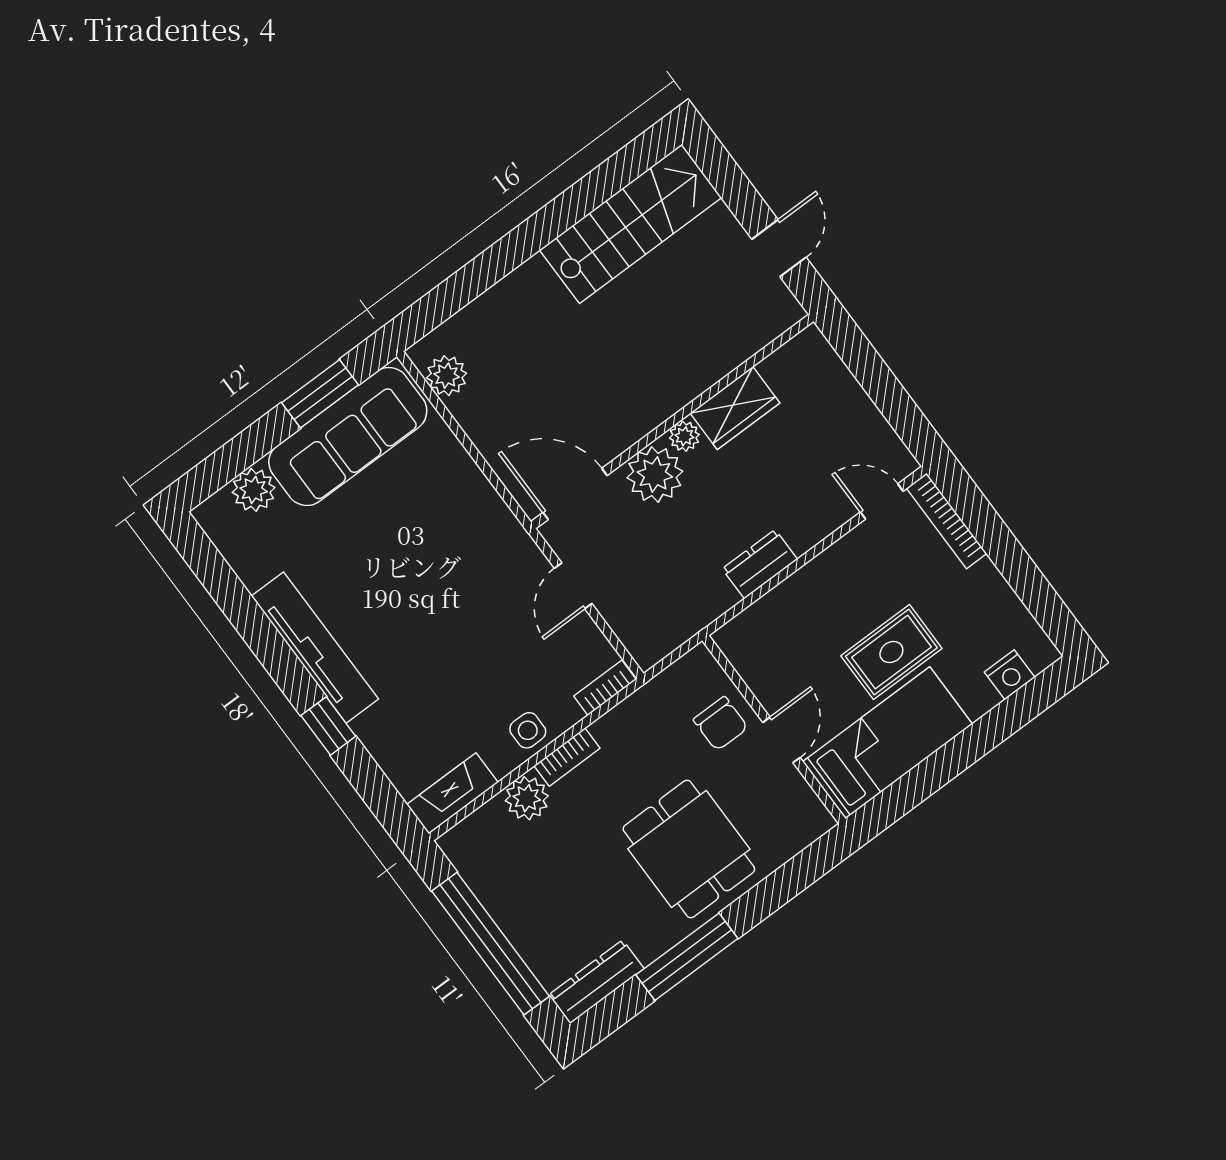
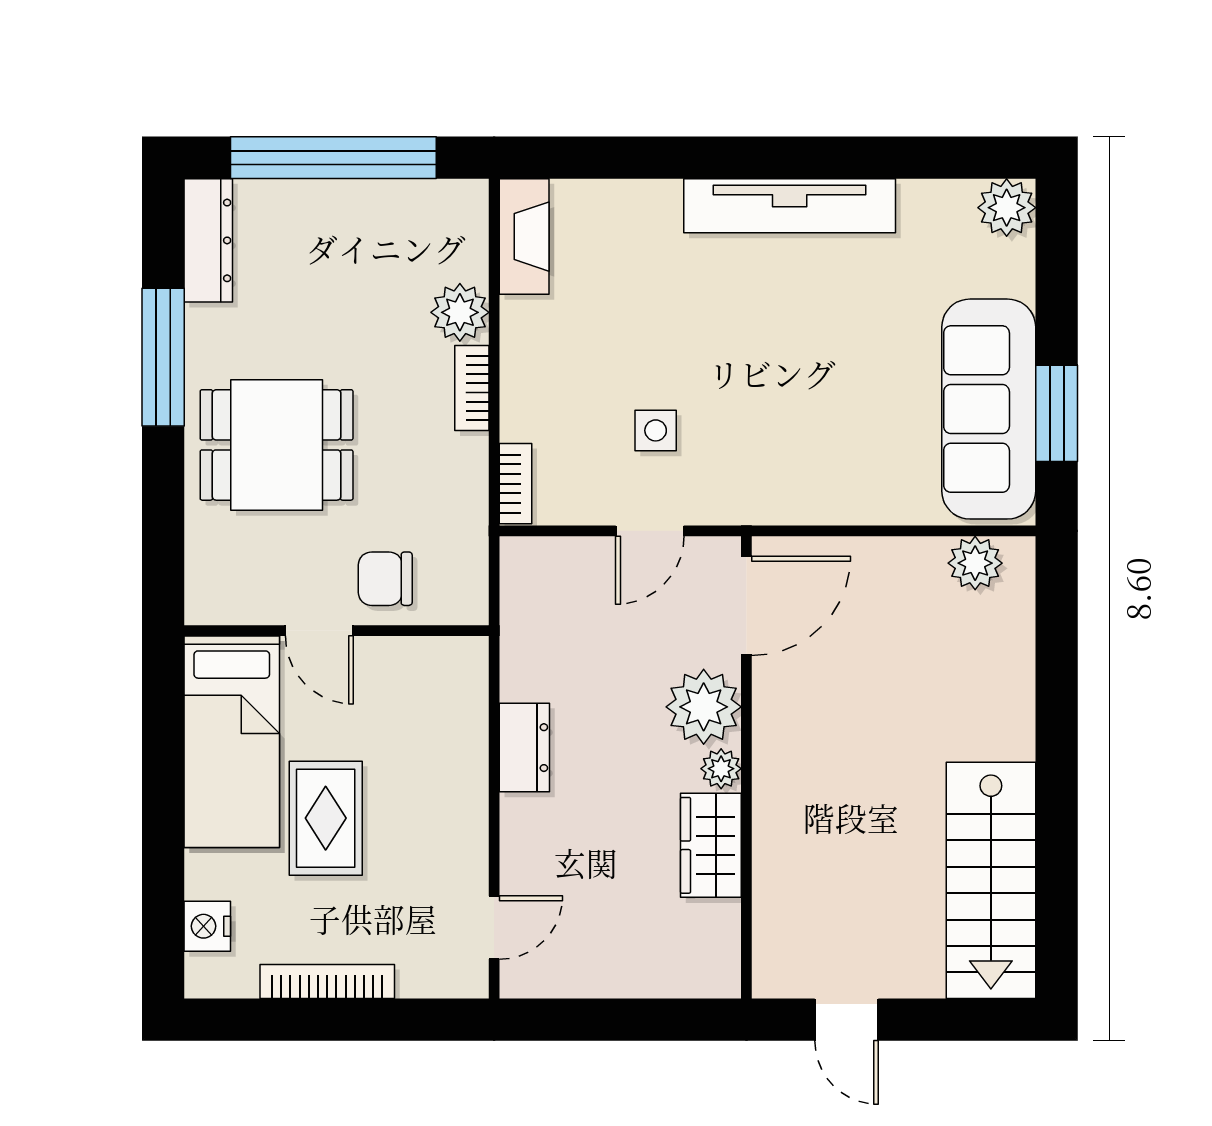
plant: (254, 490) -> (1007, 208), moved
bookcase: (947, 521) -> (327, 981), moved
door: (573, 586) -> (650, 531), swing flipped
window: (328, 726) -> (695, 158), removed
side table: (528, 730) -> (656, 430), moved

